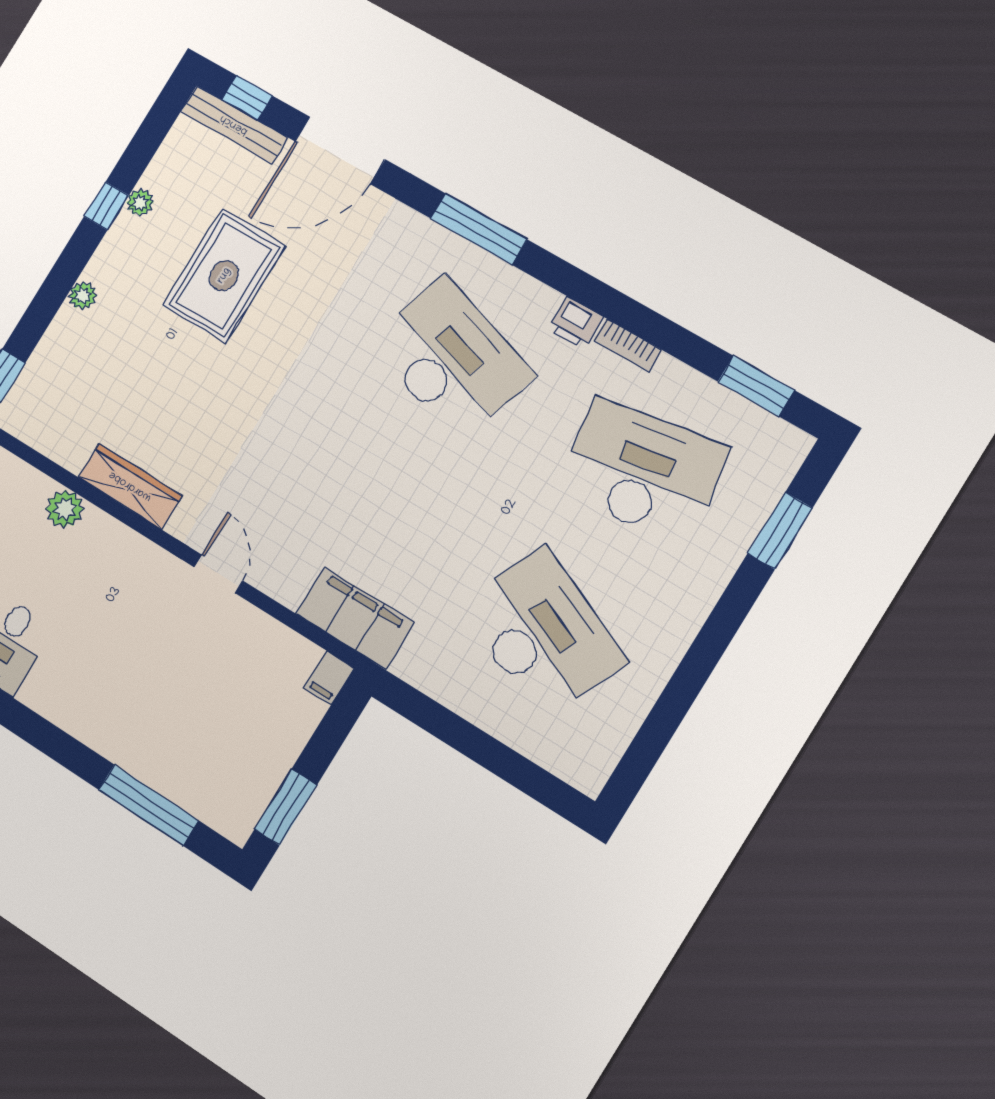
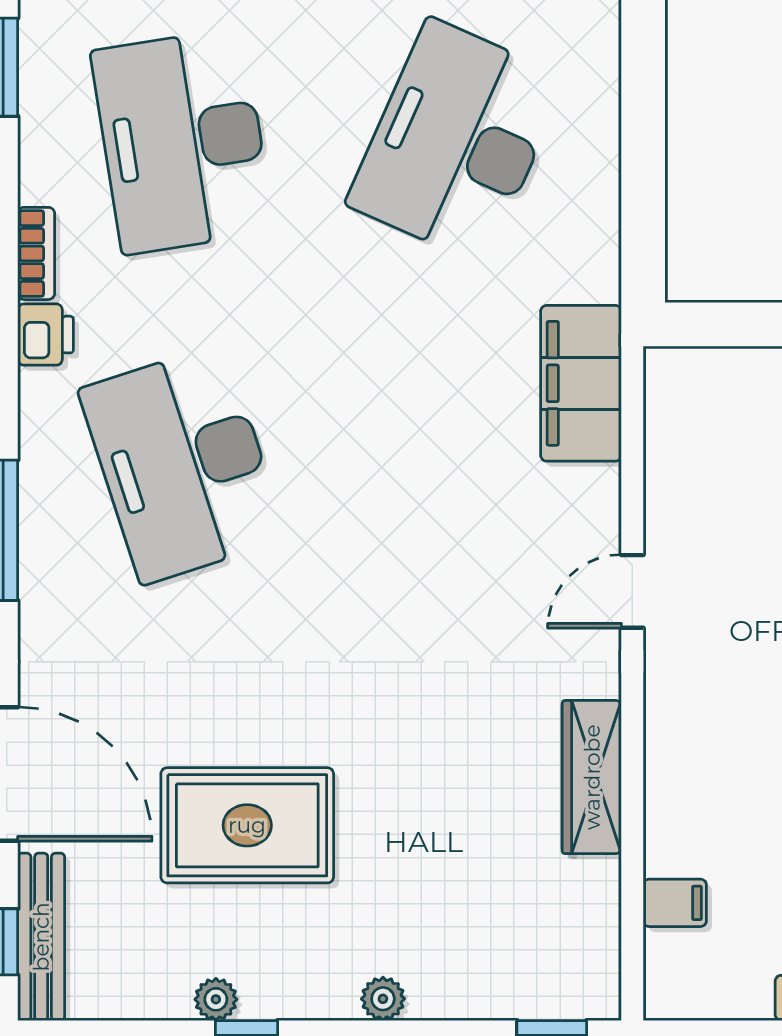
desk: (451, 359) -> (183, 464), turned -36
plant: (65, 509) -> (673, 845), removed
filing cabinet: (329, 678) -> (675, 903), moved

